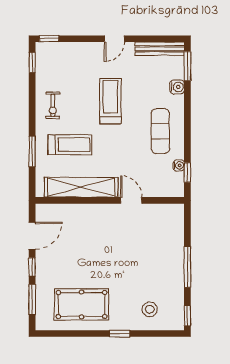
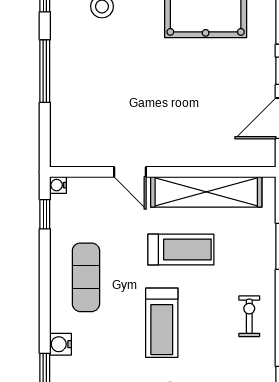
treadmill: (70, 145) -> (181, 250), moved, turned 180
water cooler: (179, 165) -> (58, 185), moved

